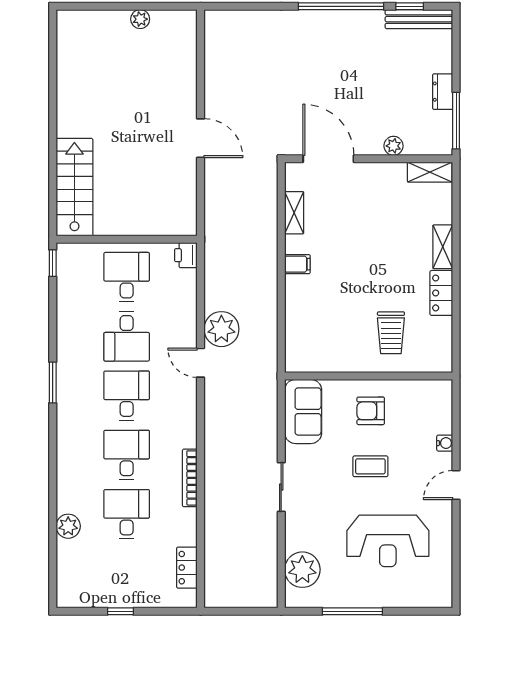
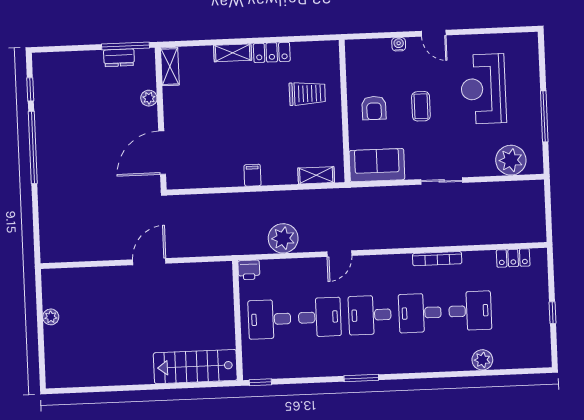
bench: (419, 19) -> (41, 81), removed
dresser: (443, 92) -> (119, 58), moved
shelving: (294, 213) -> (316, 175), moved
plant: (221, 329) -> (283, 238), moved
desk: (127, 514) -> (470, 311), turned 180
reception desk: (388, 541) -> (483, 89), turned 180

